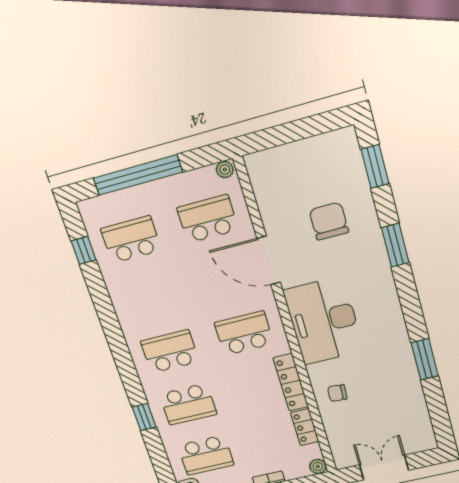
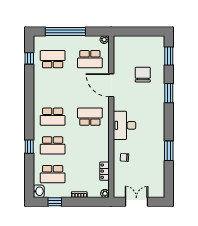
school desk: (208, 219) -> (90, 59), turned 180
desk: (324, 321) -> (125, 125), width x0.73, depth x0.77
school desk: (170, 351) -> (53, 117), turned 180
locker: (291, 382) -> (104, 147), removed

